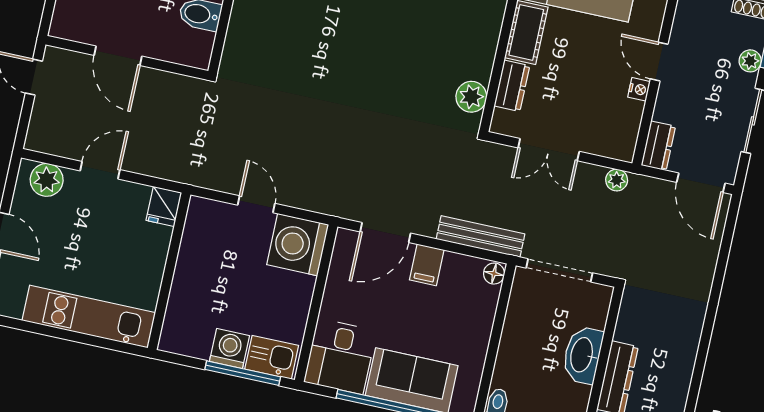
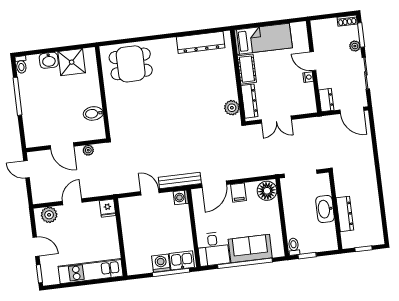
dresser: (512, 86) -> (249, 101), width x1.44
plant: (617, 180) -> (88, 150), moved
bench: (480, 236) -> (180, 180), moved
washing machine: (298, 245) -> (181, 197), width x0.53, depth x0.53
floor lamp: (494, 274) -> (267, 191), width x1.89, depth x1.89

